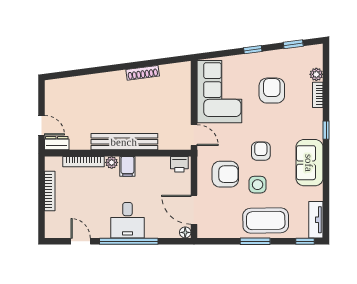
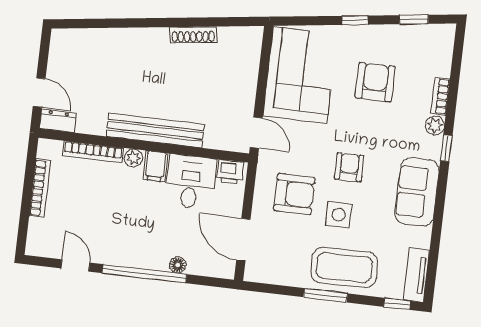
plant: (316, 74) -> (435, 126), moved
desk: (127, 220) -> (190, 182), moved, turned 180
floor lamp: (185, 232) -> (178, 265), moved

